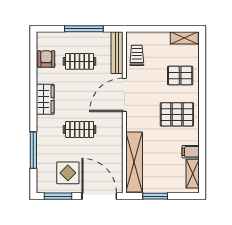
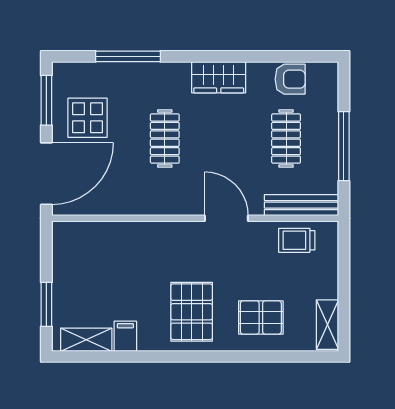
trolley: (137, 55) -> (297, 240), turned 180
pallet: (180, 76) -> (261, 317), turned 90
door: (124, 95) -> (226, 218), width x0.73
shelving: (134, 162) -> (107, 235), removed
window: (155, 196) -> (46, 304), moved

